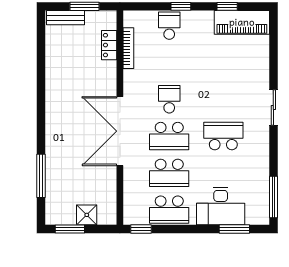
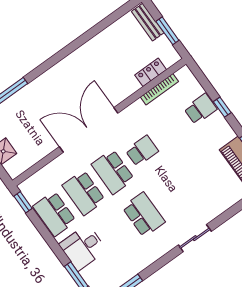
desk: (221, 206) -> (83, 247), width x0.73

